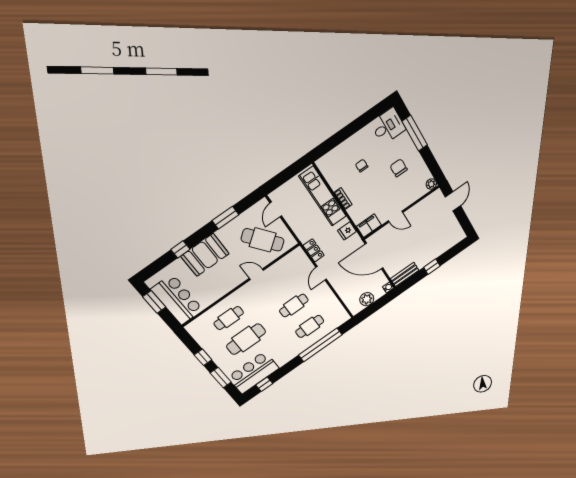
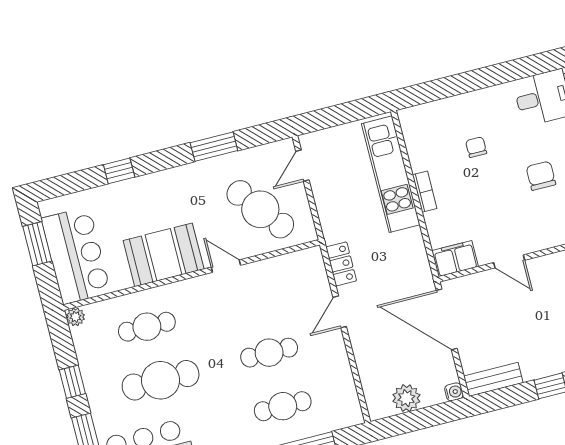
fridge: (347, 231) -> (412, 252), removed
booth: (205, 255) -> (164, 255), moved
plant: (191, 328) -> (75, 317), added

